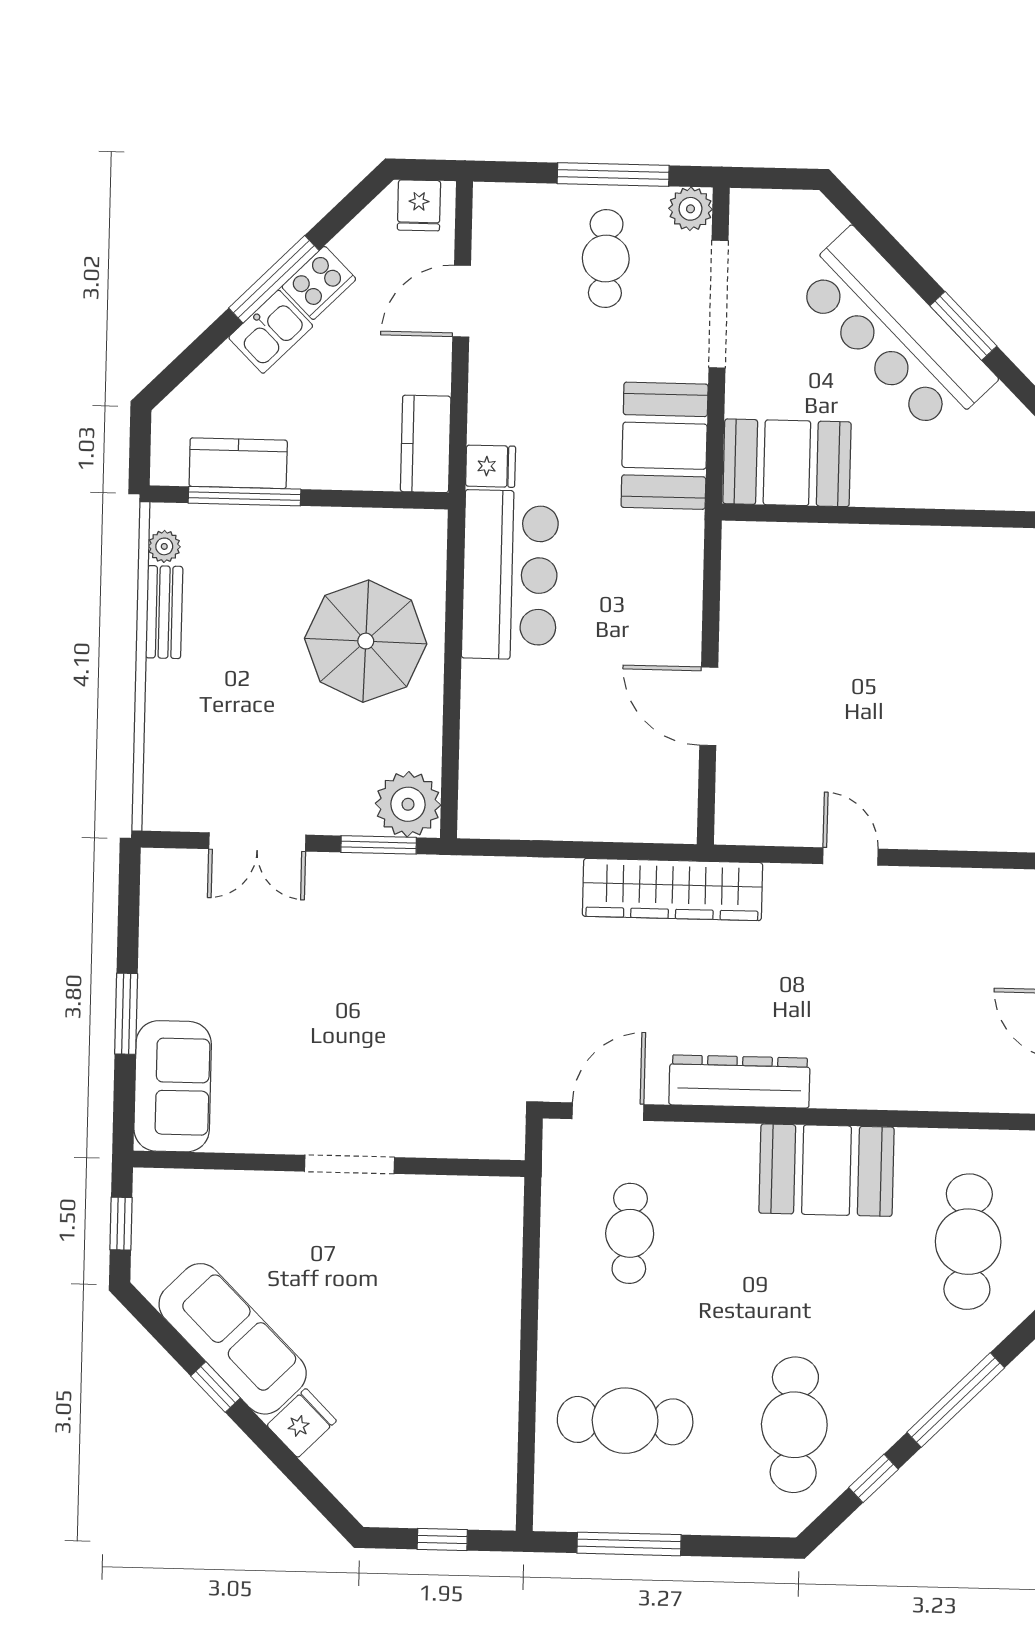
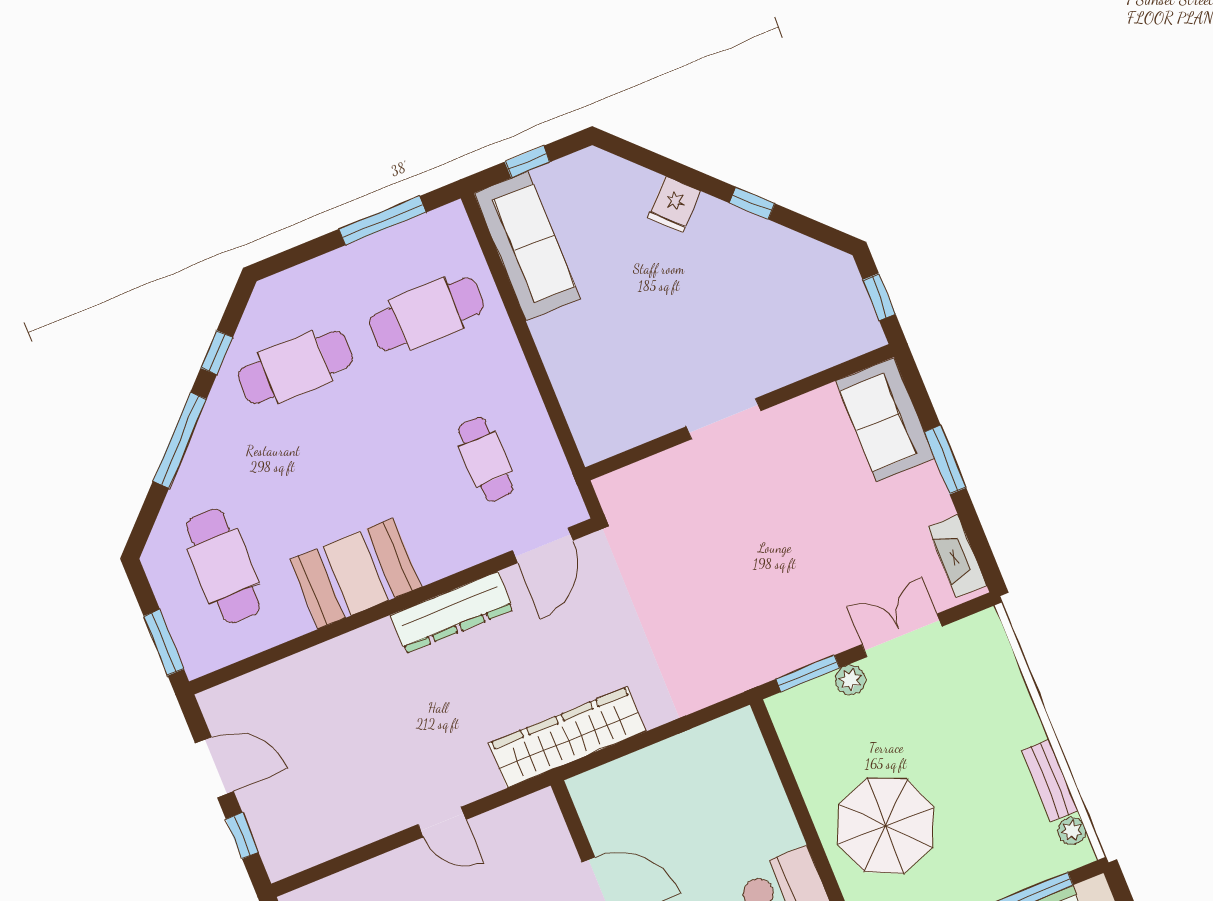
plant: (408, 804) -> (850, 680), moved, width x0.53, depth x0.53
fireplace: (159, 902) -> (957, 556), added
sofa: (233, 1339) -> (527, 246), moved, turned -135
cafe table: (794, 1425) -> (295, 367), turned 90

